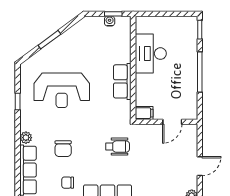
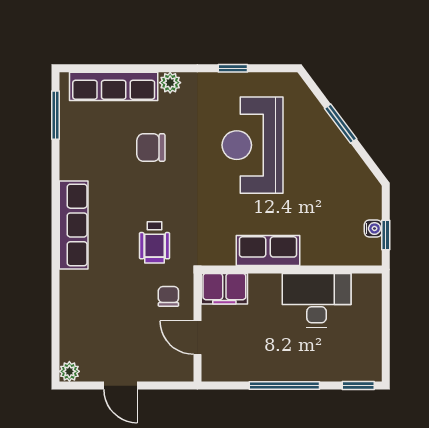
filing cabinet: (144, 113) -> (224, 289), width x2.00
chair: (68, 183) -> (168, 296), moved

